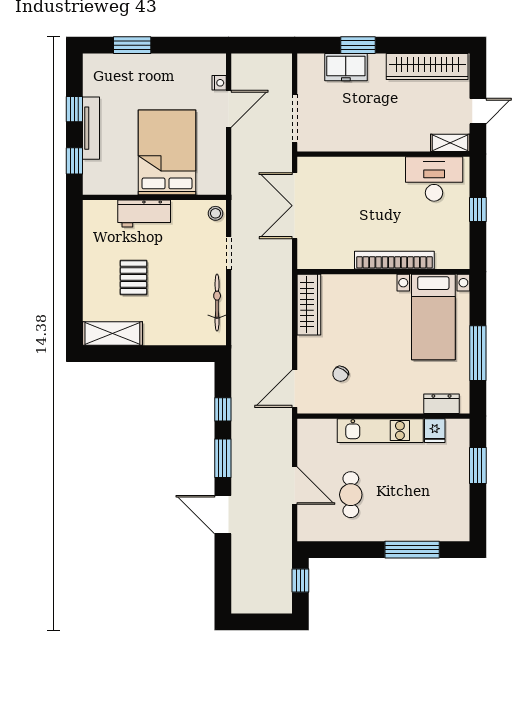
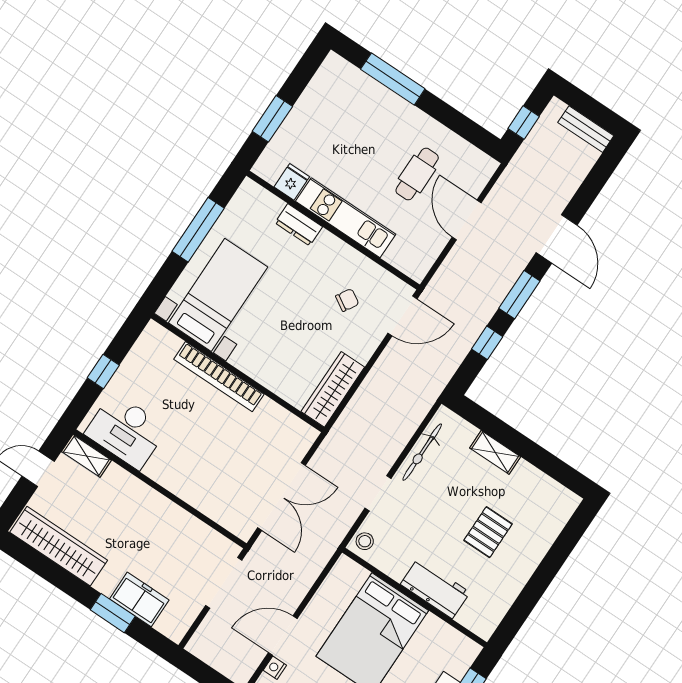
shelving: (112, 334) -> (495, 452), moved, width x0.67, depth x0.75
dresser: (441, 404) -> (299, 225), moved
bench: (254, 605) -> (586, 129), added

